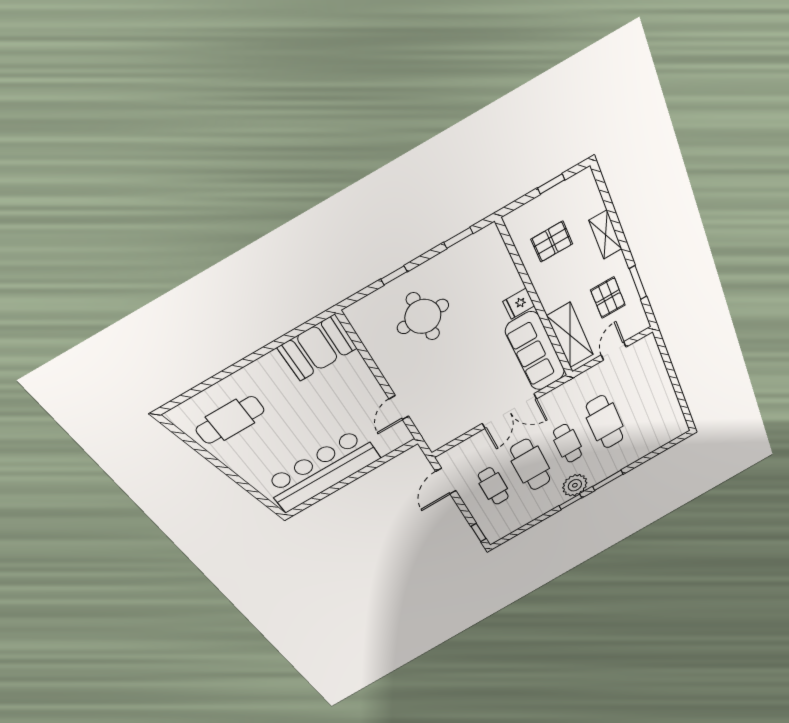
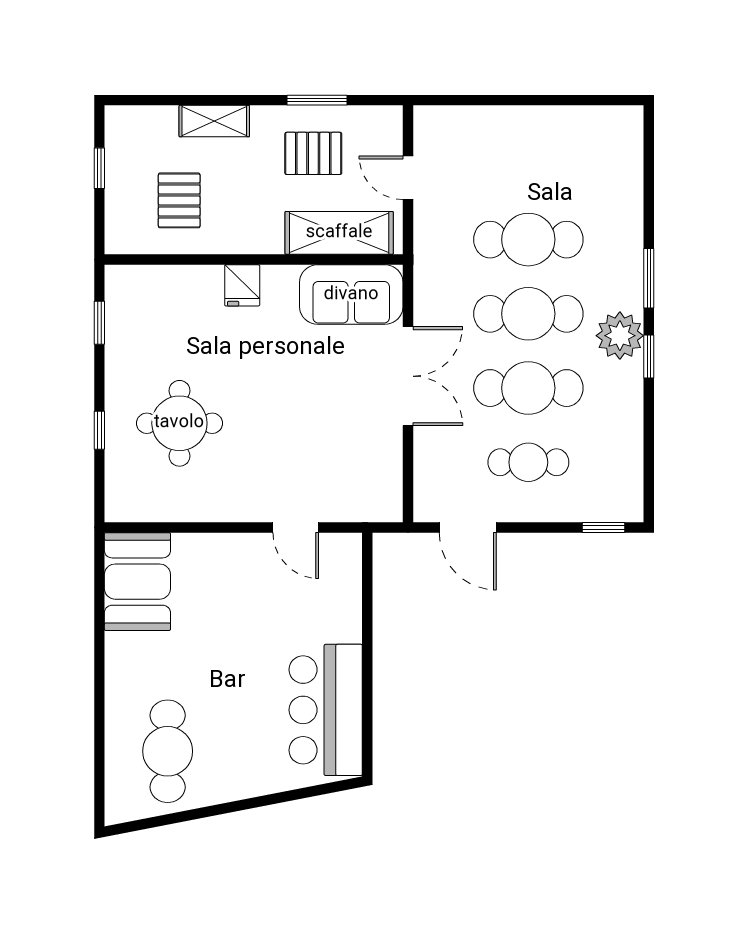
sofa: (535, 351) -> (351, 295), width x0.73
cafe table: (568, 443) -> (528, 314), width x1.37, depth x1.35
bar counter: (322, 470) -> (326, 710), width x0.73

